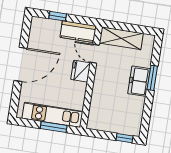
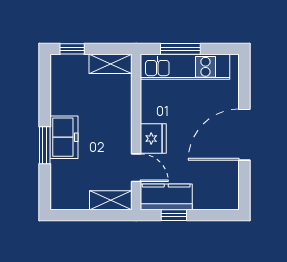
window: (58, 16) -> (174, 215), moved
shelving: (121, 38) -> (111, 200), width x0.67, depth x0.75
shelving: (101, 124) -> (111, 64), added

